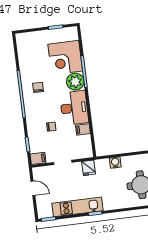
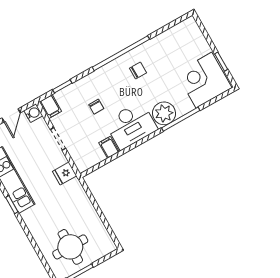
corner desk: (65, 58) -> (204, 80), moved
water cooler: (115, 163) -> (33, 113), moved

